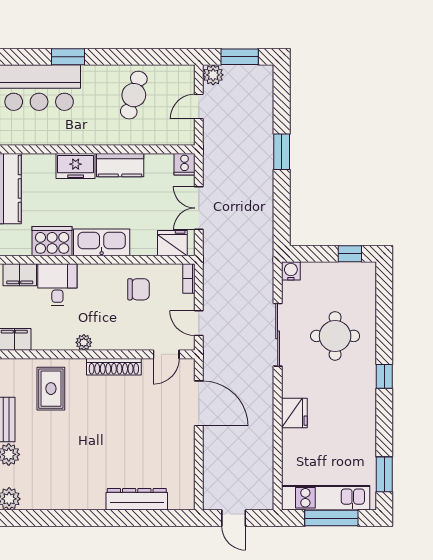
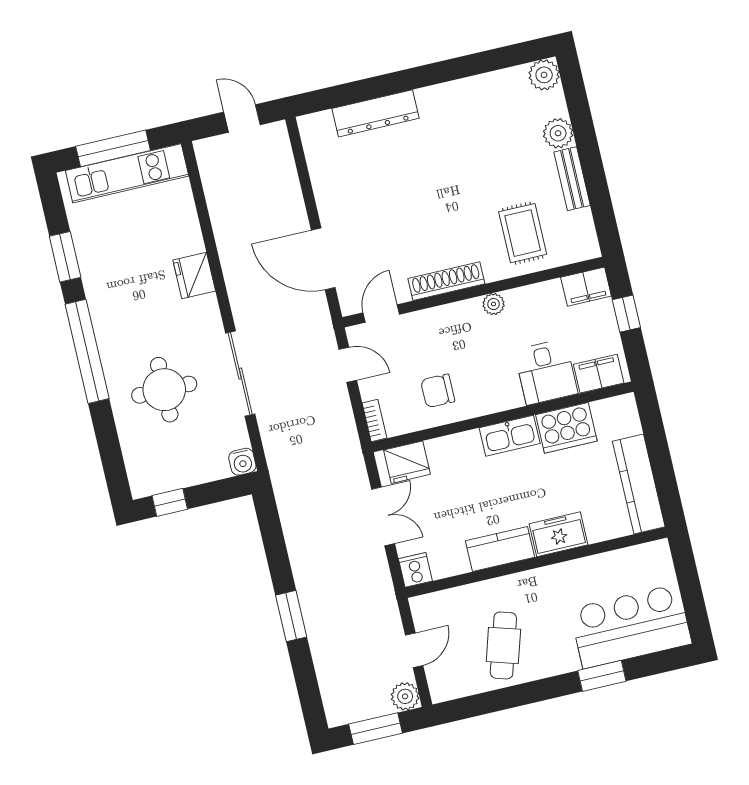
kitchen sink: (102, 242) -> (510, 436), width x0.73, depth x0.81
window: (384, 376) -> (87, 351), width x3.17
window: (384, 474) -> (65, 257), moved

